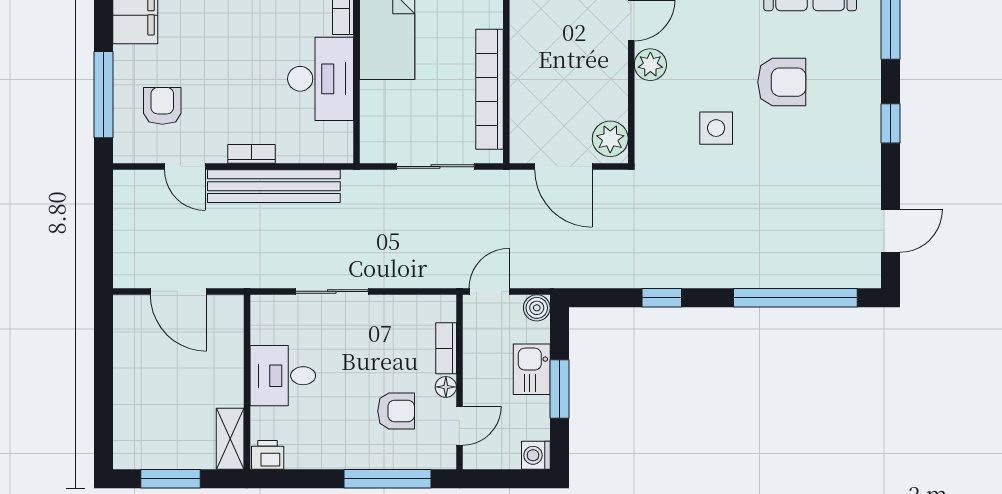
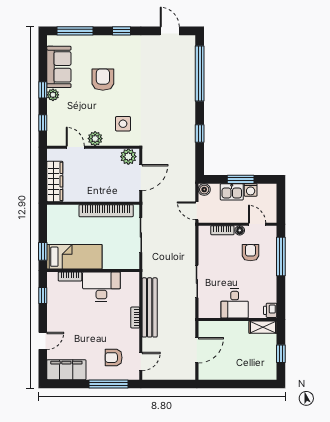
side table: (716, 128) -> (123, 124), moved
door: (185, 167) -> (141, 361), moved
washing machine: (536, 455) -> (251, 190), moved
window: (171, 479) -> (281, 354), width x0.67

